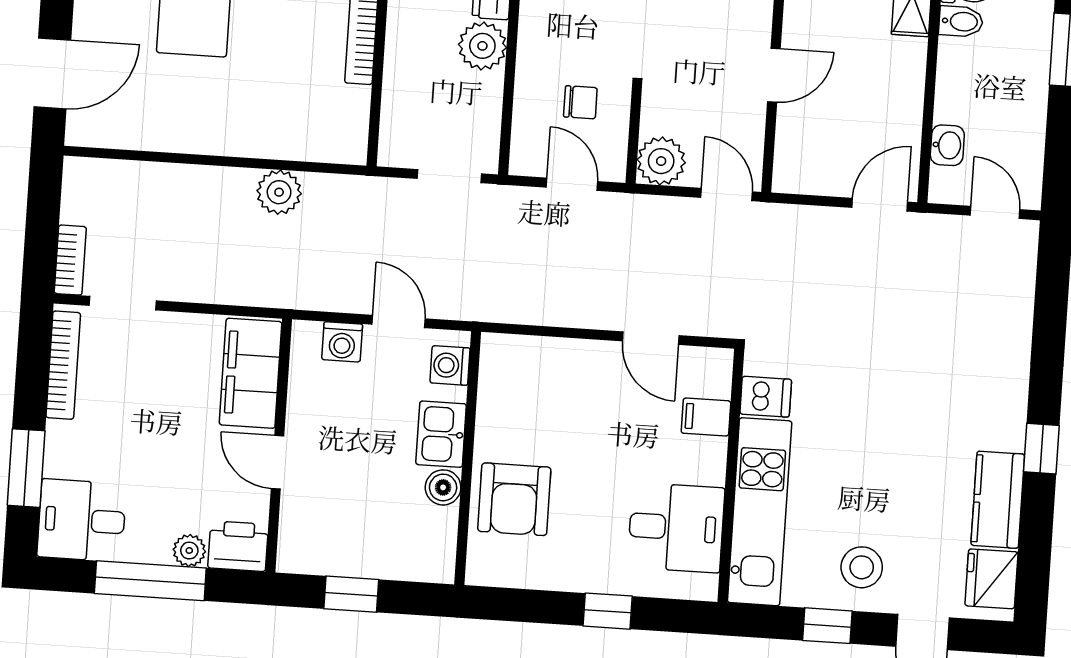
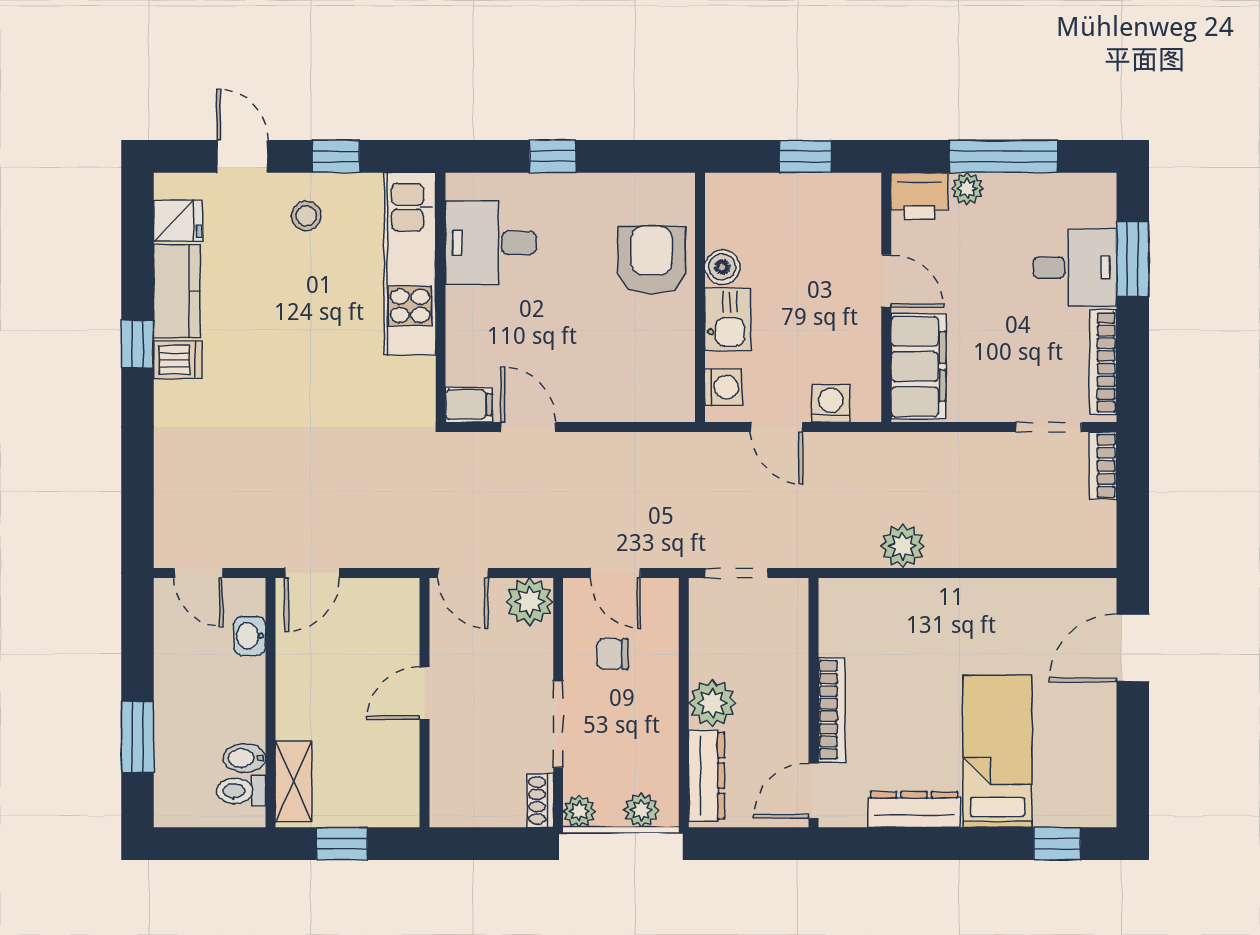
dishwasher: (766, 397) -> (178, 360), moved, turned 180
filing cabinet: (706, 417) -> (469, 405), moved
desk: (82, 520) -> (1075, 268), moved
stool: (862, 567) -> (306, 216), width x0.73, depth x0.73
fridge: (991, 579) -> (178, 221), width x0.72

